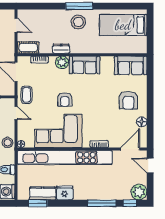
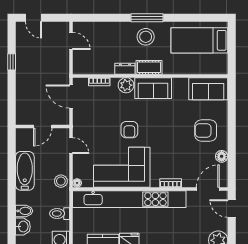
cot: (28, 48) -> (149, 67), moved
coffee table: (27, 95) -> (84, 124), removed
armchair: (128, 100) -> (206, 131), turned 90

